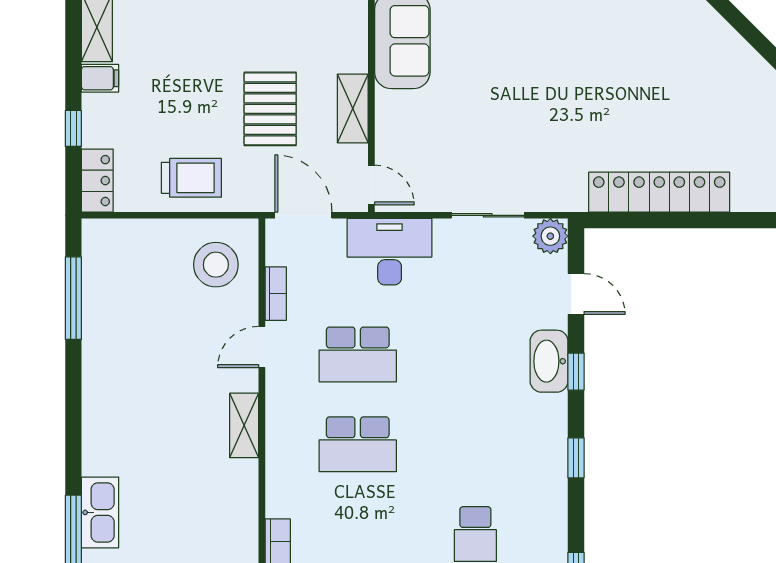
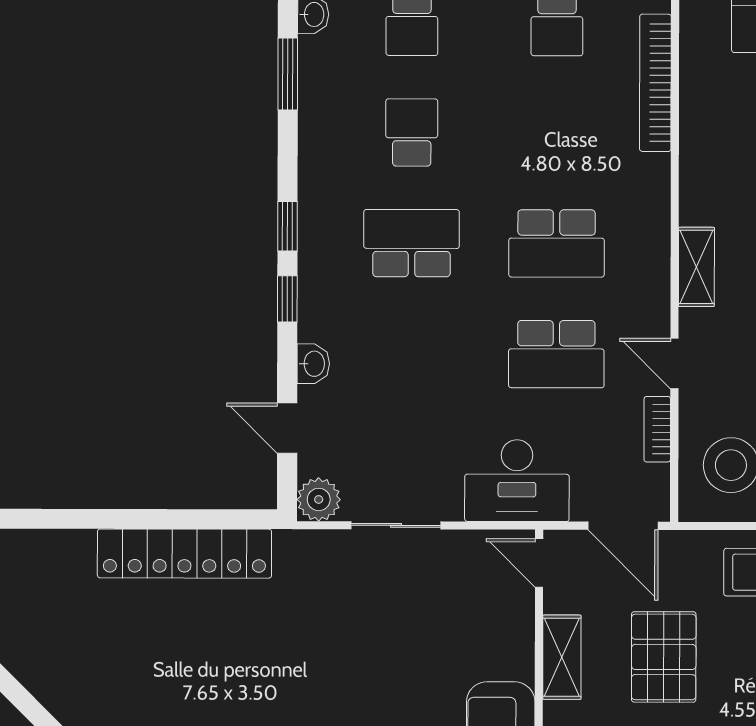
door: (262, 347) -> (674, 364), swing flipped
school desk: (358, 354) -> (556, 354), turned 180
washbasin: (549, 361) -> (313, 364), width x0.52, depth x0.69
window: (576, 372) -> (287, 299), moved
school desk: (358, 444) -> (557, 243), turned 180
school desk: (475, 444) -> (412, 243), added

